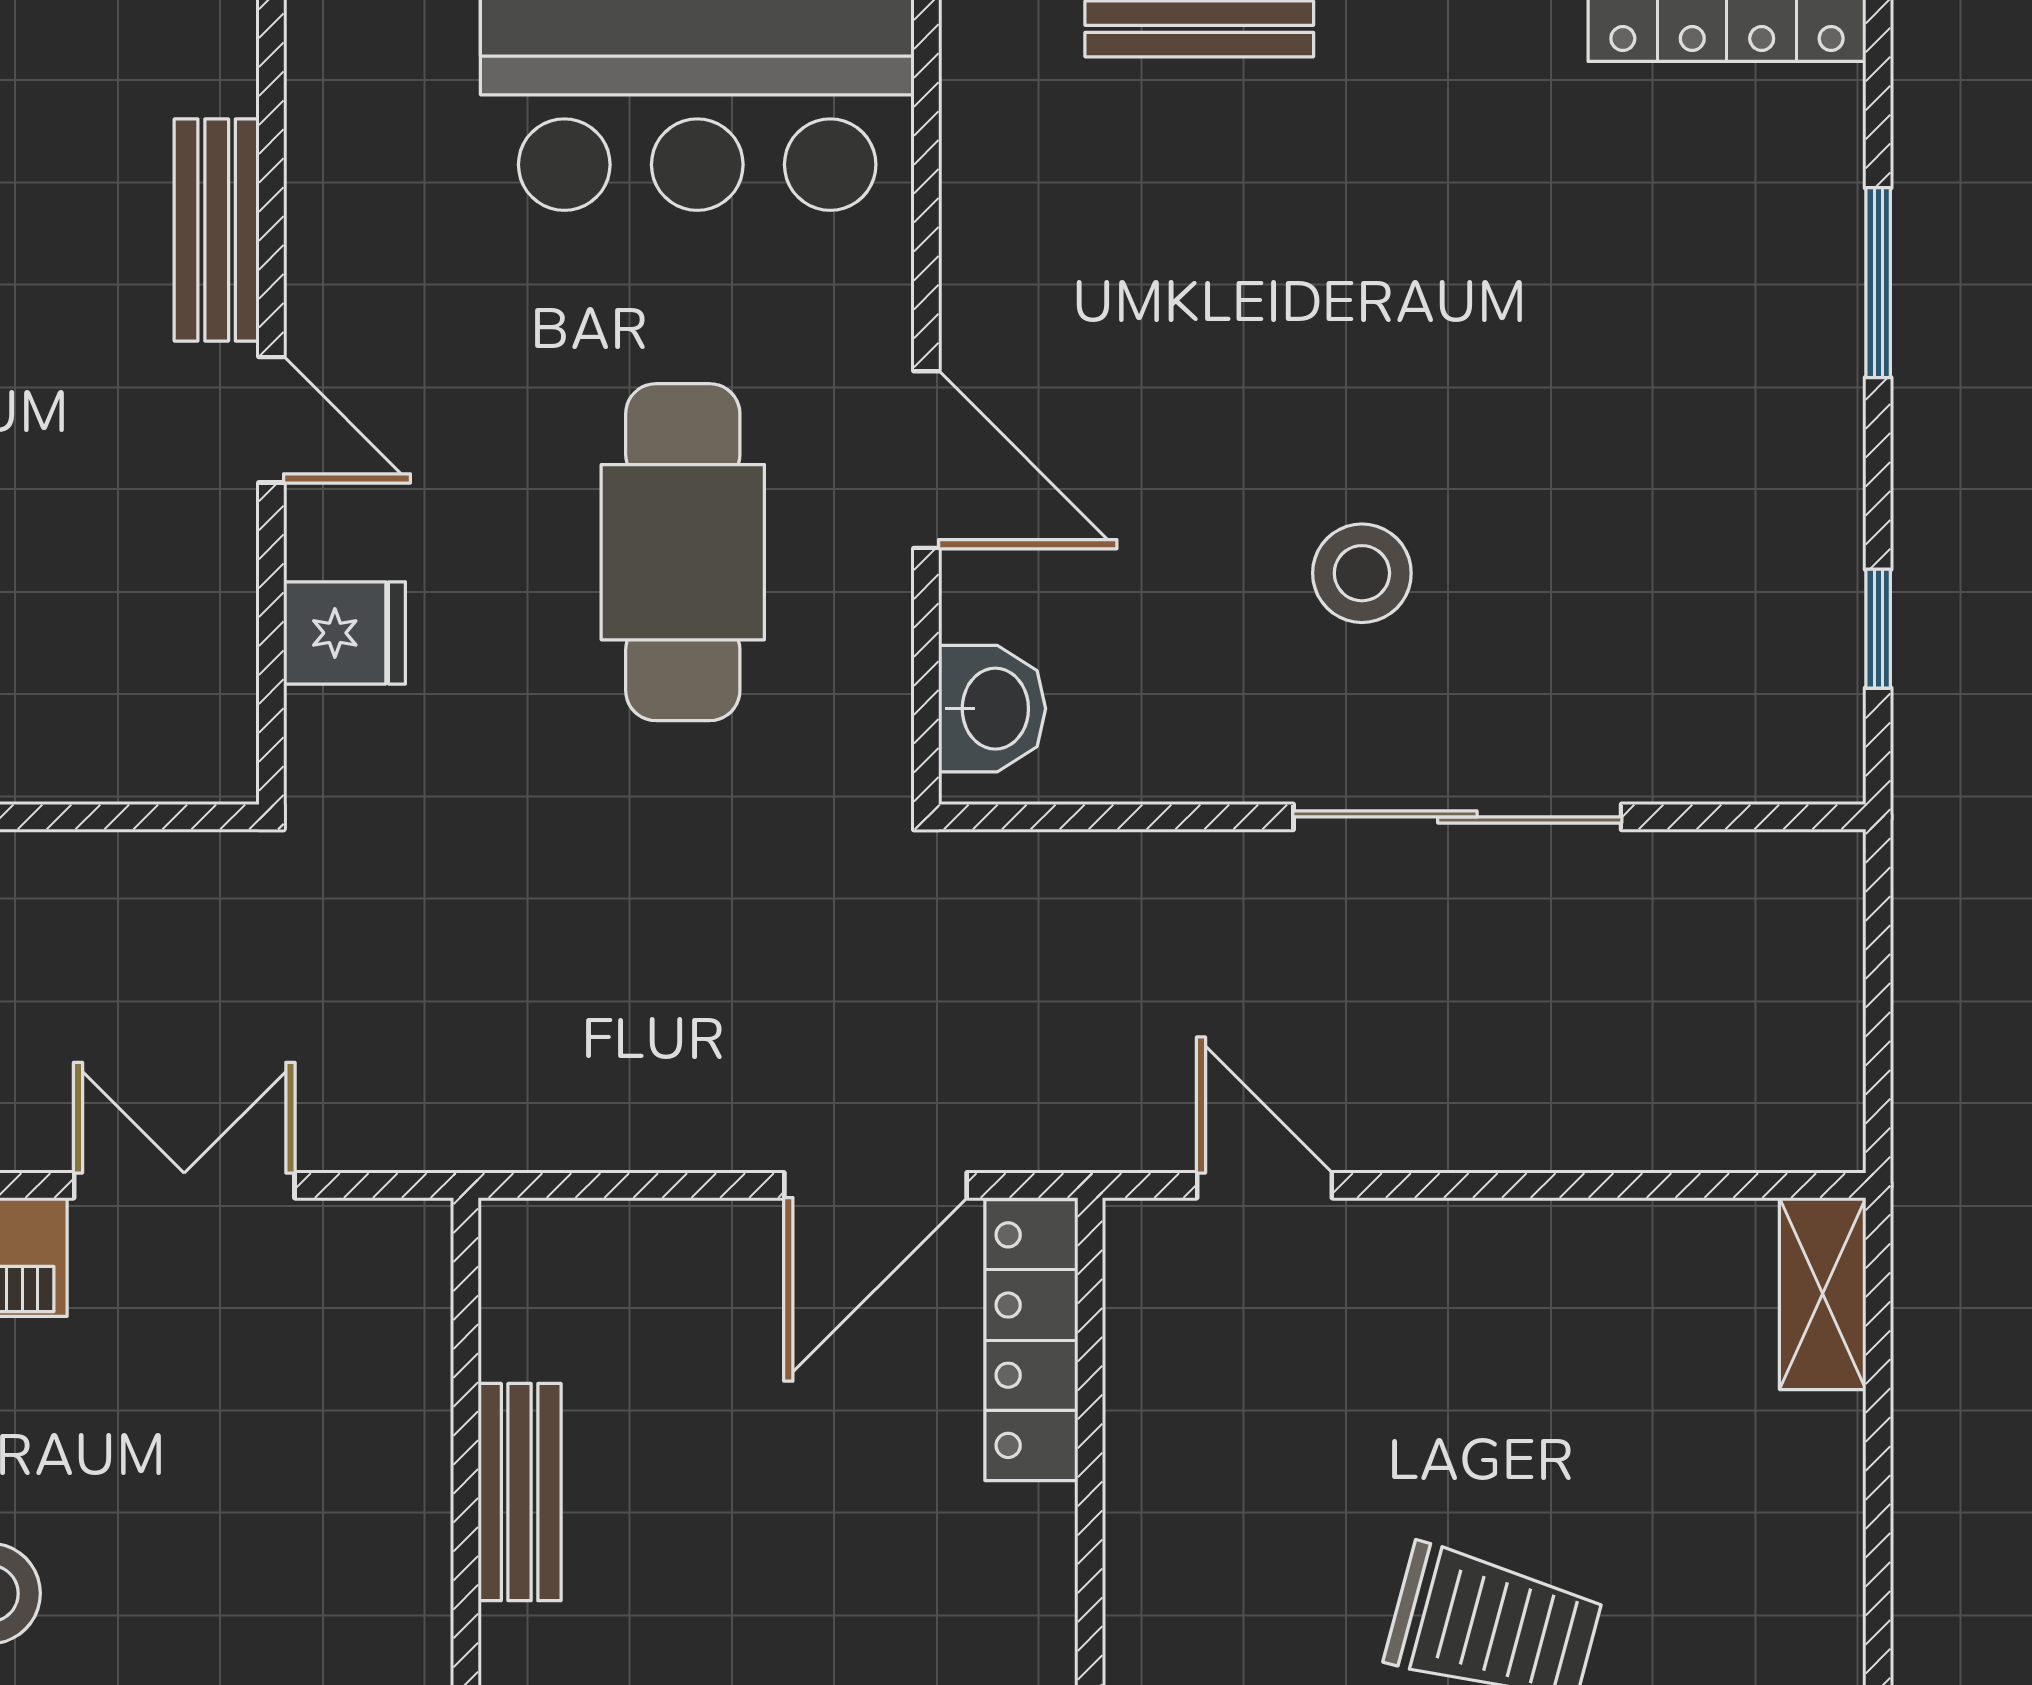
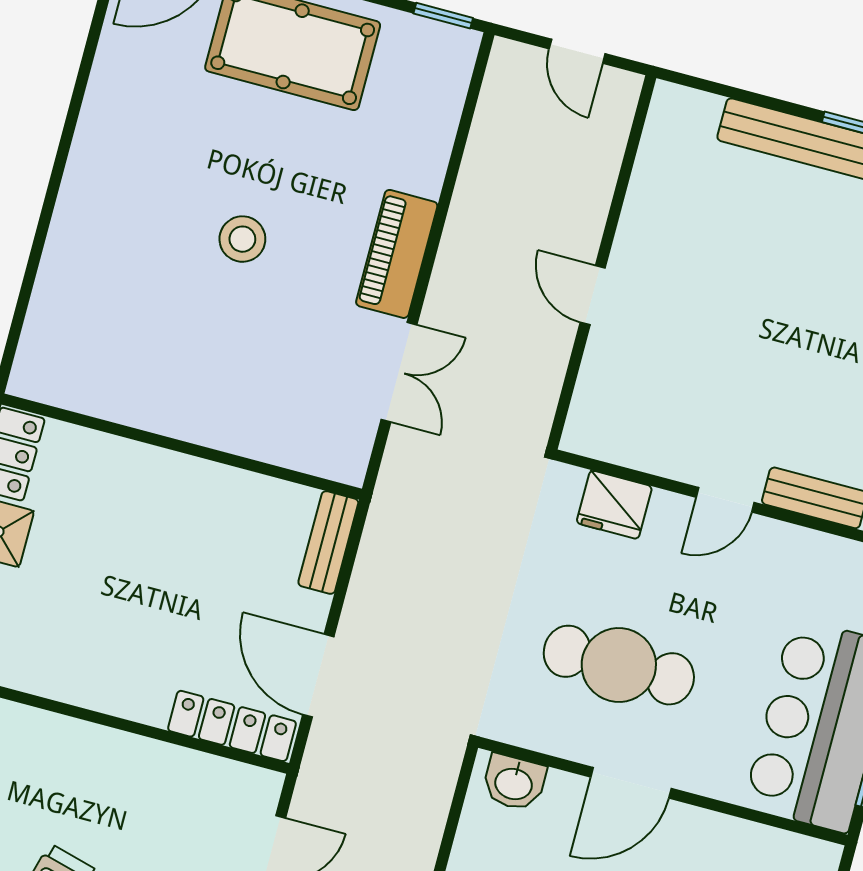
fridge: (345, 633) -> (614, 505), width x1.38
bench: (520, 1492) -> (328, 543), moved, turned 90

